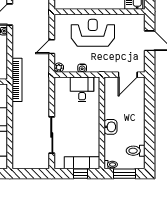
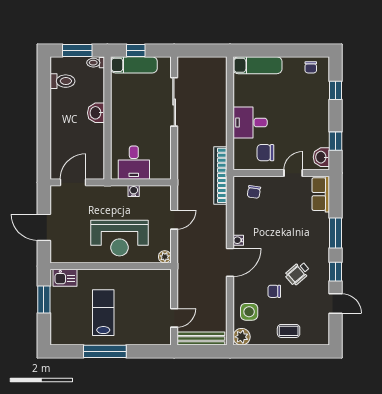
plant: (59, 68) -> (165, 257), moved

